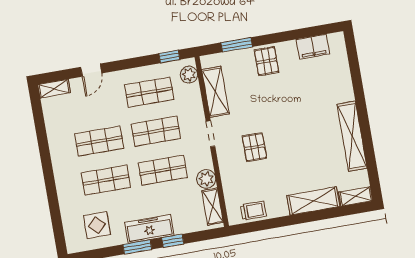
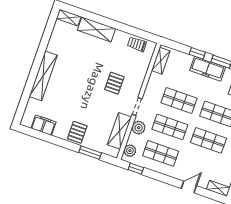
shelving: (352, 136) -> (43, 76), moved
plant: (206, 179) -> (139, 128), moved

